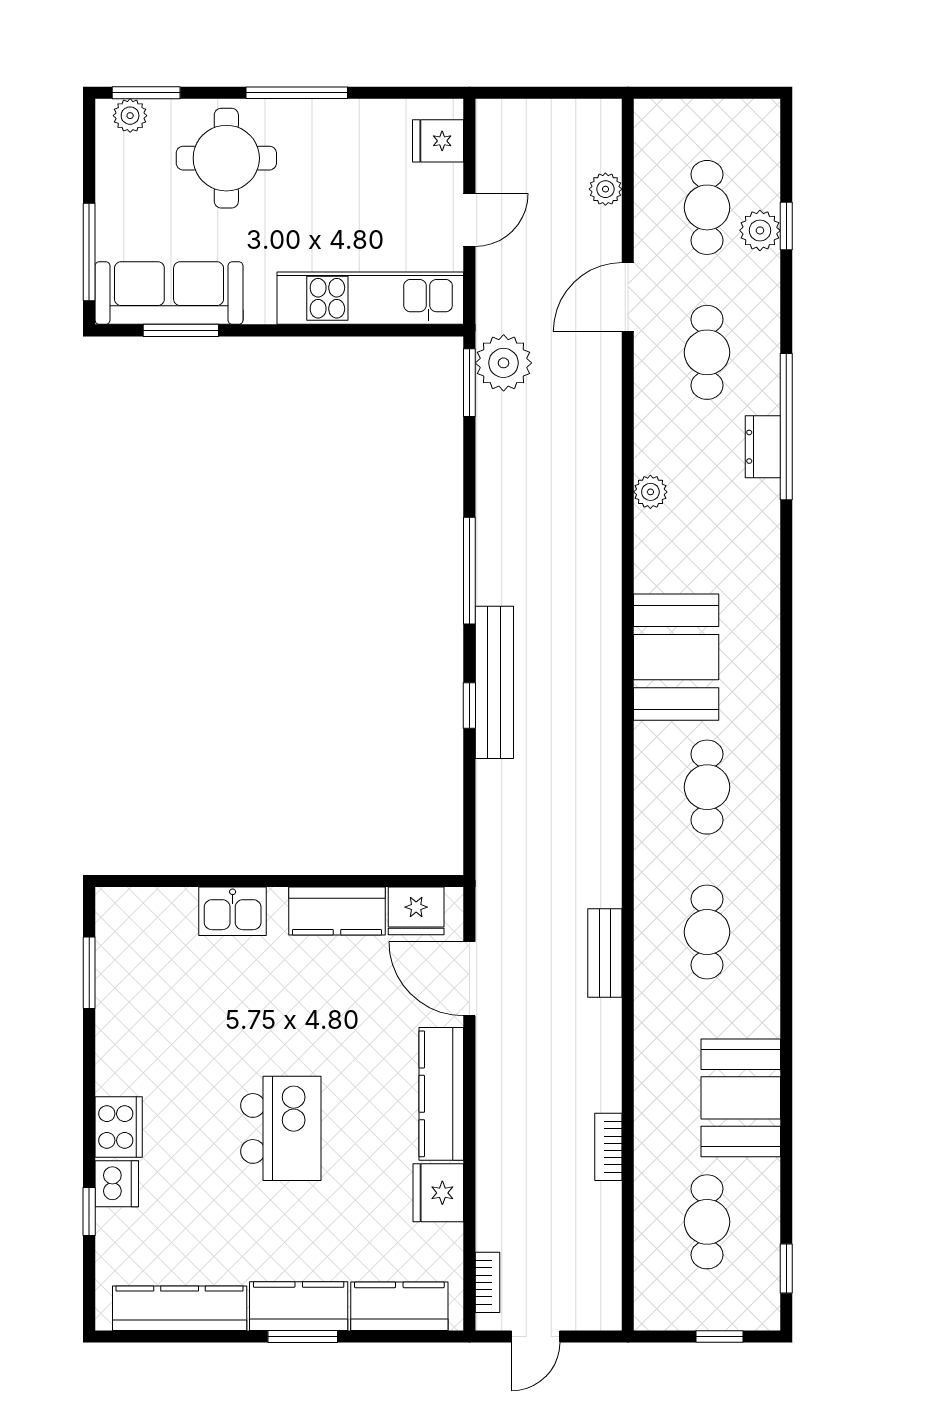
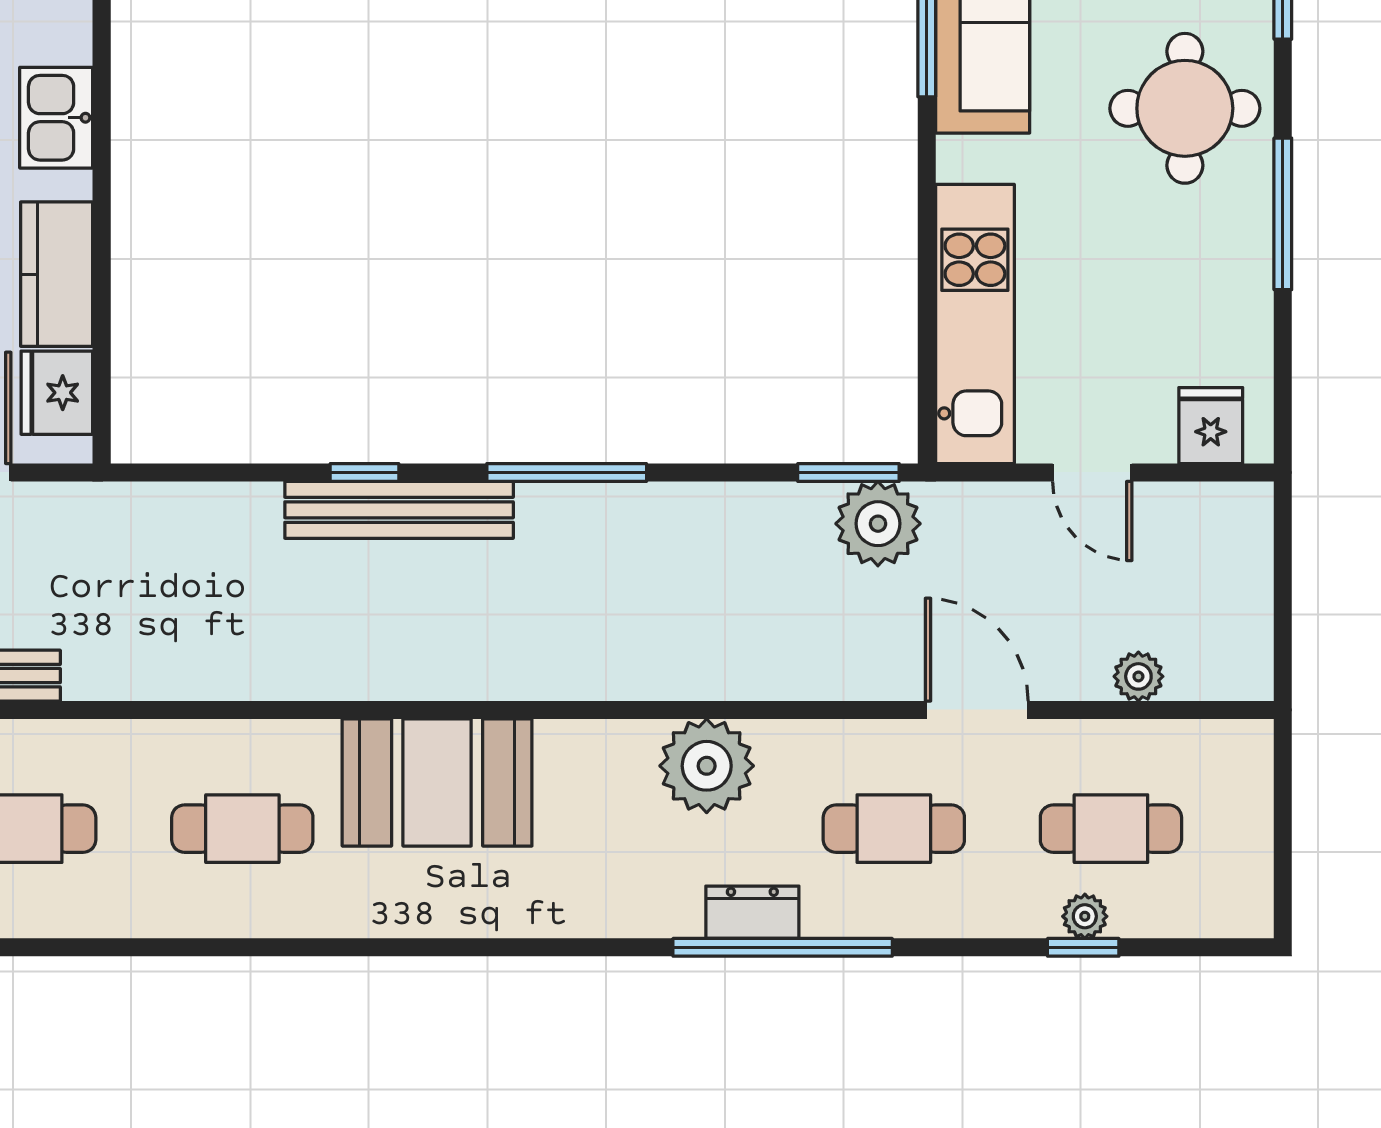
plant: (760, 230) -> (1085, 916), width x0.73, depth x0.73
plant: (650, 492) -> (707, 766), width x1.87, depth x1.87

